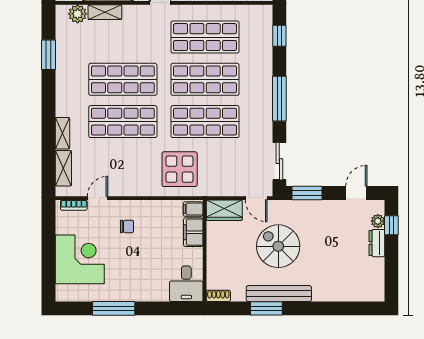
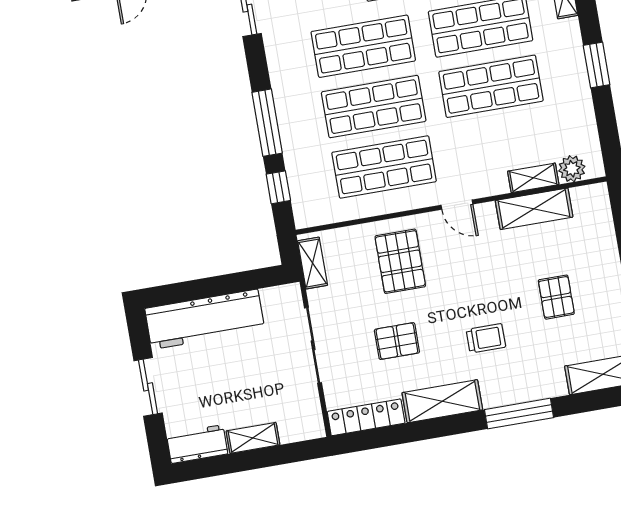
window: (49, 55) -> (597, 65), moved
window: (279, 99) -> (267, 123), moved

